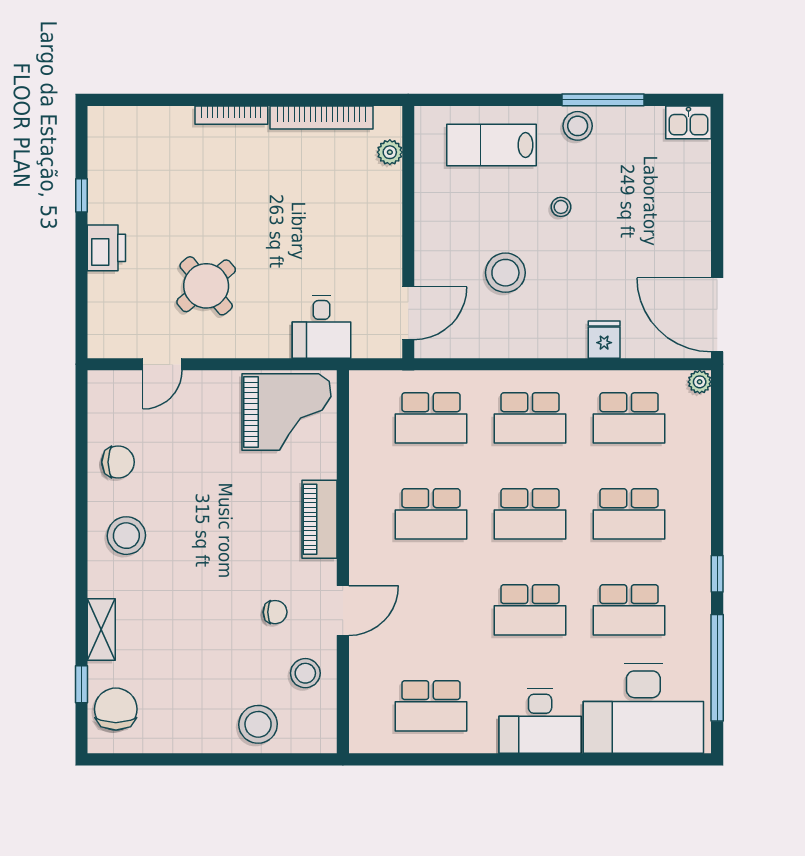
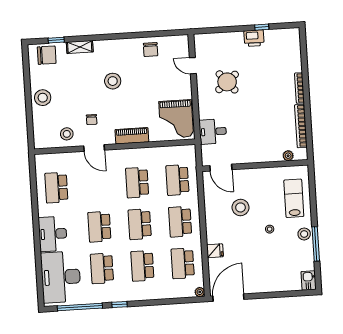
printer: (106, 248) -> (254, 38), moved
stool: (126, 536) -> (113, 81), moved
stool: (258, 724) -> (43, 98), moved

